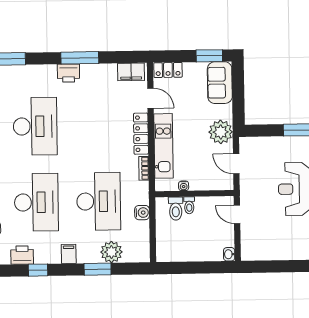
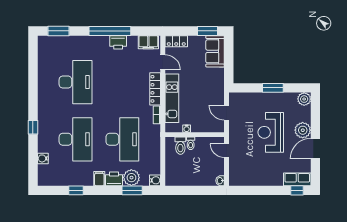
window: (80, 58) -> (110, 31), width x1.46
printer: (68, 73) -> (118, 42), moved
plant: (221, 132) -> (215, 88), removed
water cooler: (142, 213) -> (155, 180), moved
printer: (22, 255) -> (114, 179), moved
window: (98, 269) -> (132, 190), moved

